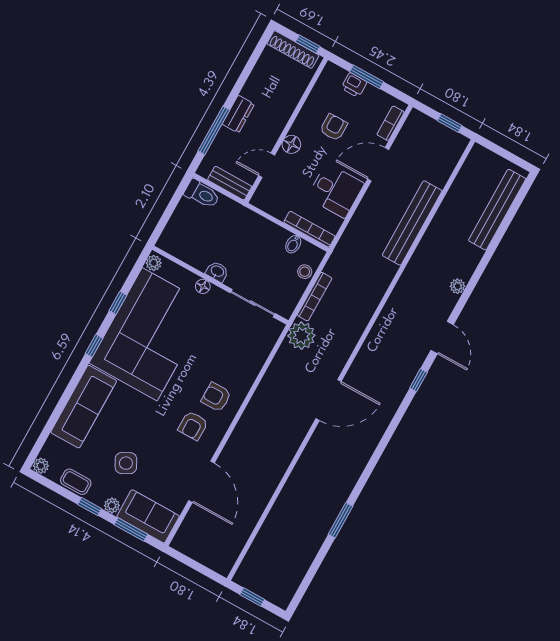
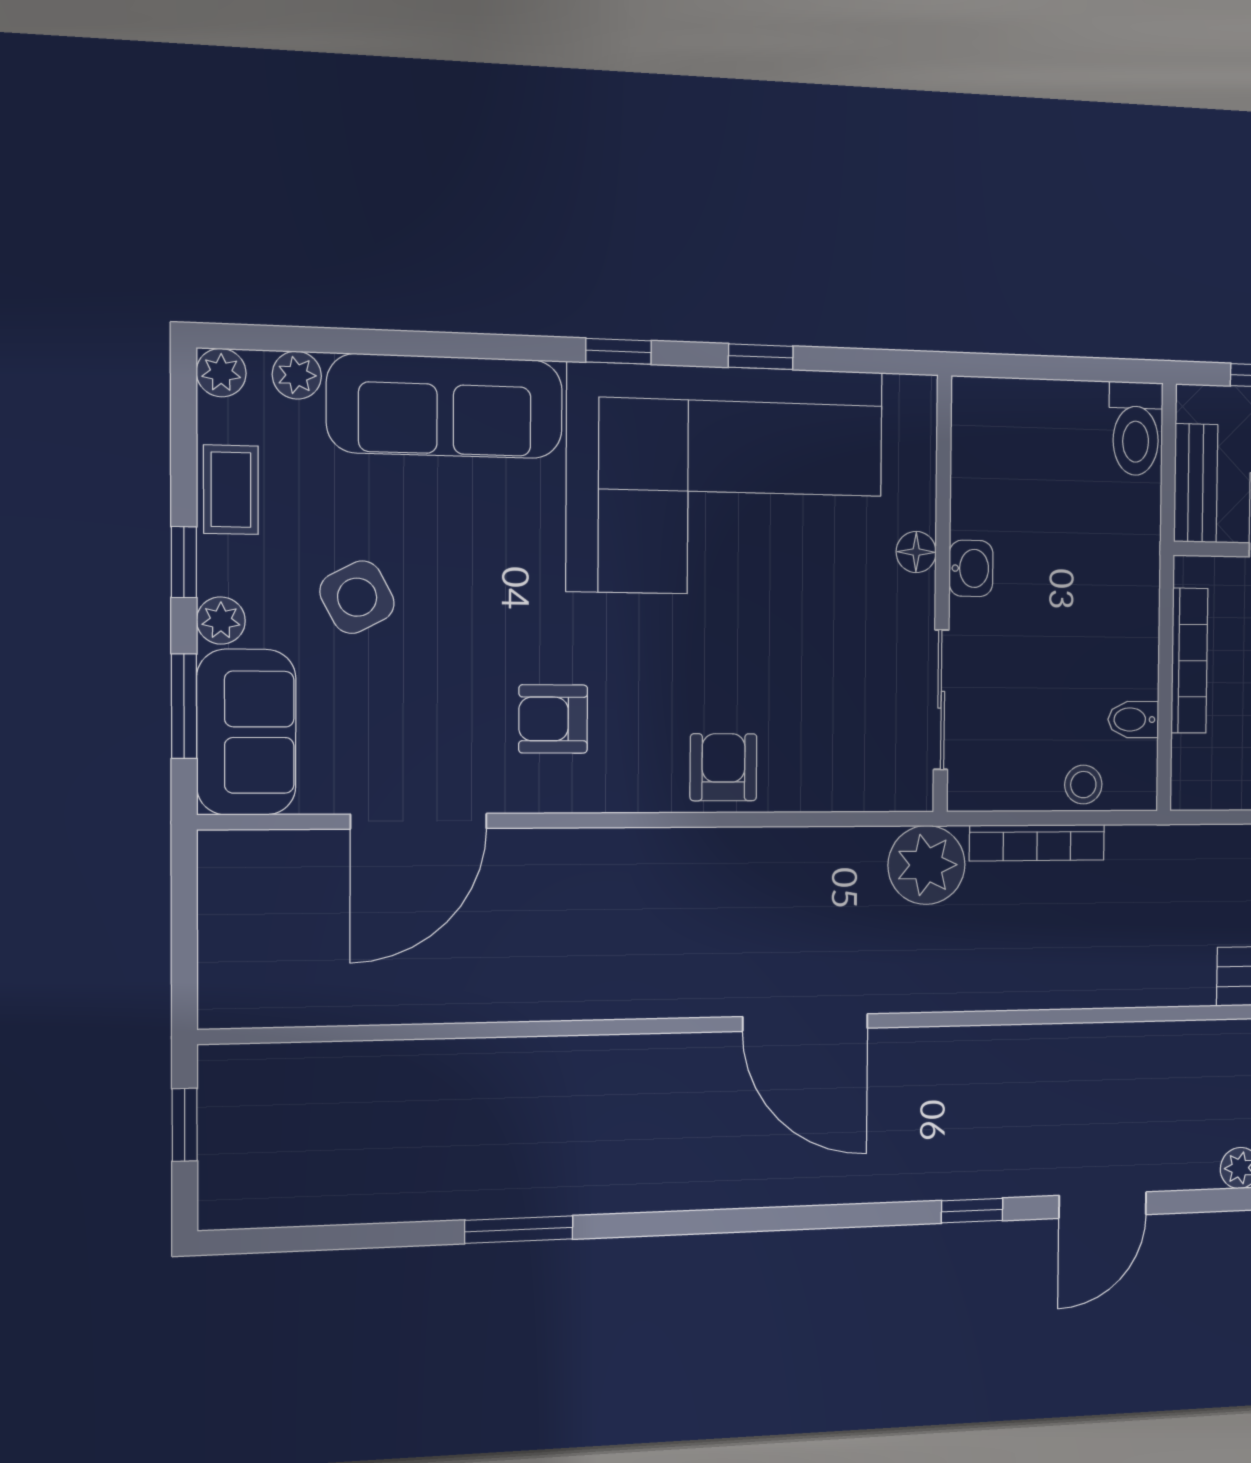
bookcase: (309, 229) -> (1189, 661), moved
plant: (154, 263) -> (297, 375), moved
armchair: (216, 397) -> (723, 767), moved

